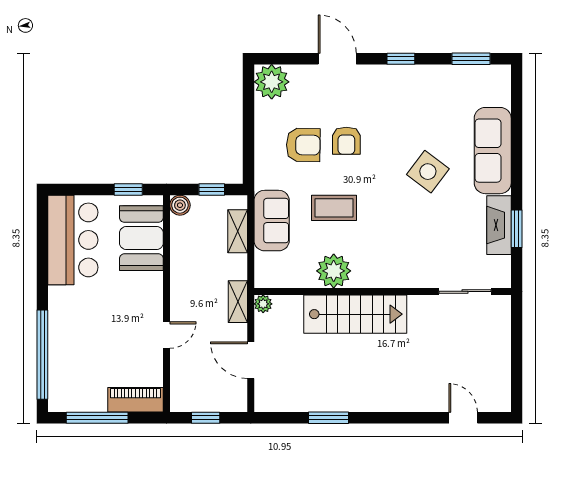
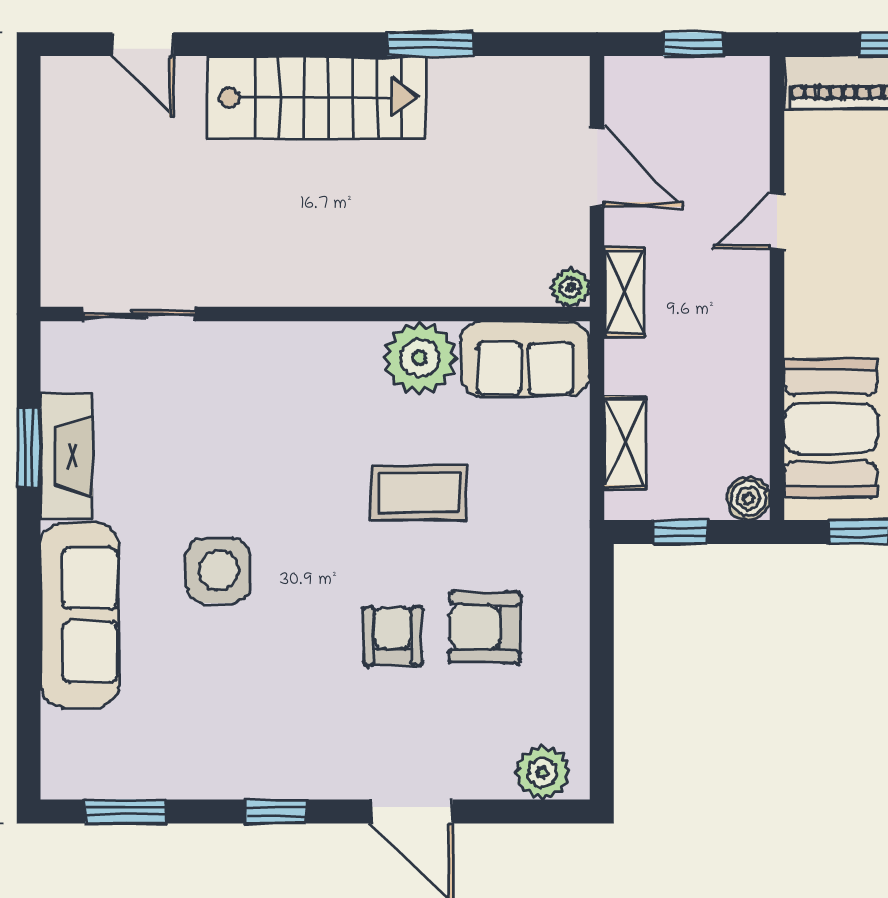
plant: (272, 82) -> (542, 772), width x0.73, depth x0.73
side table: (428, 172) -> (218, 570), turned -37
sofa: (272, 221) -> (525, 359), moved, turned -90
stairs: (355, 314) -> (317, 97), moved, turned 180

